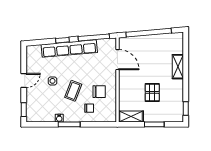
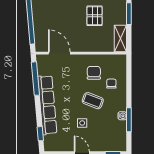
window: (62, 40) -> (40, 134), moved
door: (117, 60) -> (59, 53), hinge flipped
pallet: (152, 92) -> (95, 16), turned 90
window: (69, 124) -> (129, 120), moved

